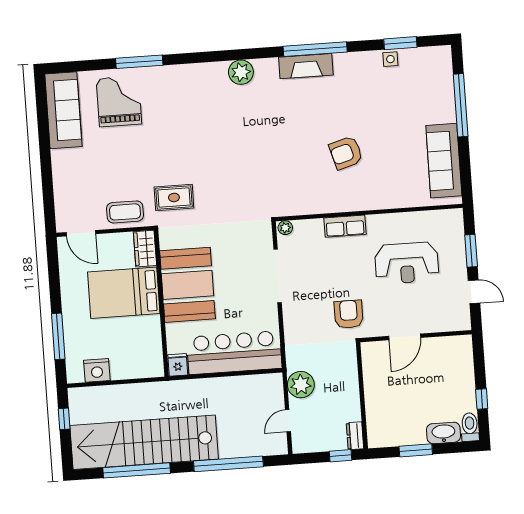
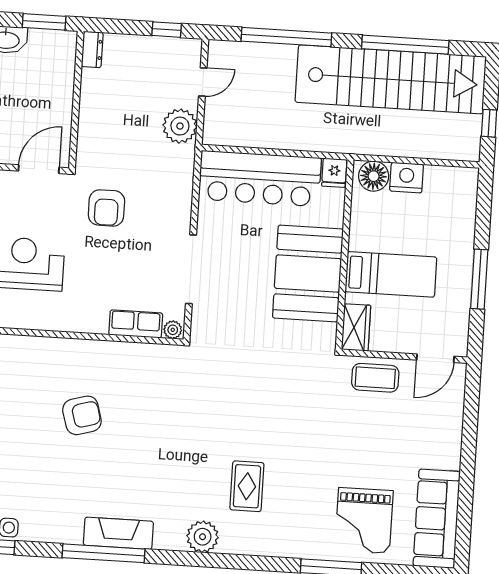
rug: (174, 197) -> (247, 486), moved, turned 90
row of seats: (345, 226) -> (136, 324), moved
door: (81, 233) -> (435, 358), swing flipped
bed: (124, 293) -> (391, 274), width x0.67
window: (58, 336) -> (479, 279), moved
floor lamp: (147, 366) -> (374, 176), added
nightstand: (97, 370) -> (407, 178), moved
wall: (362, 396) -> (76, 100), moved
dresser: (355, 436) -> (92, 49), moved
window: (340, 456) -> (167, 30), moved

